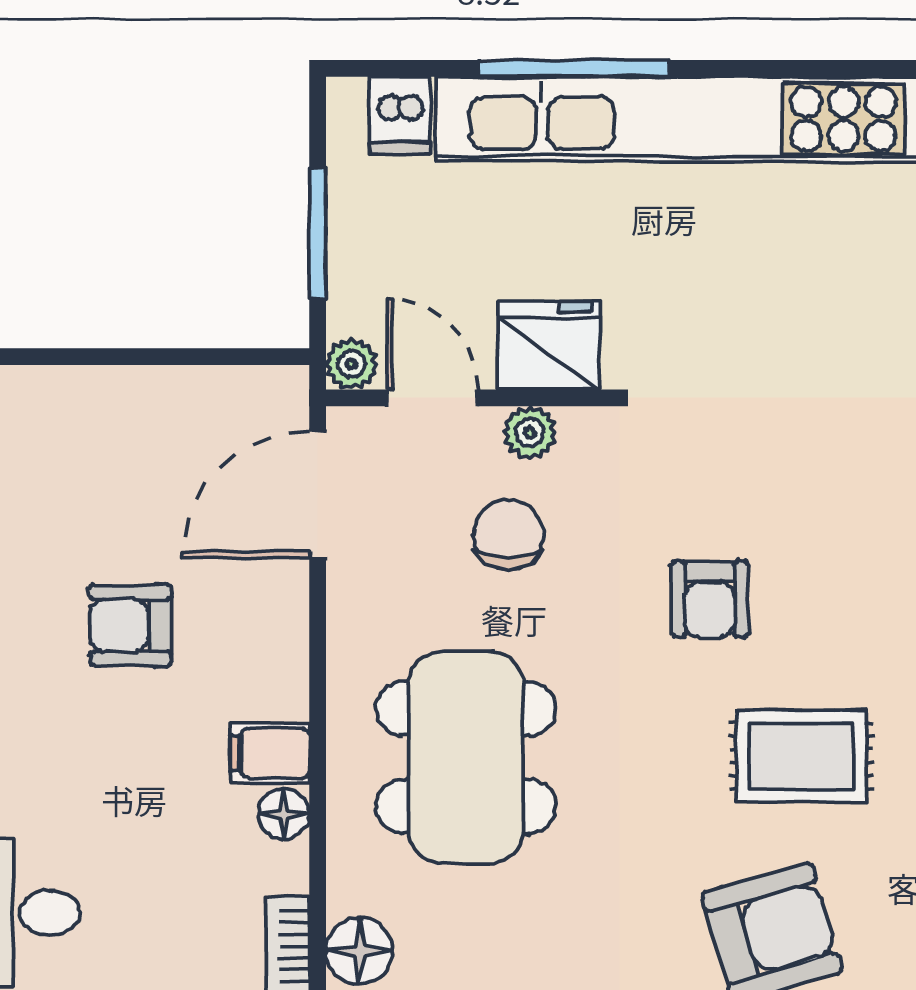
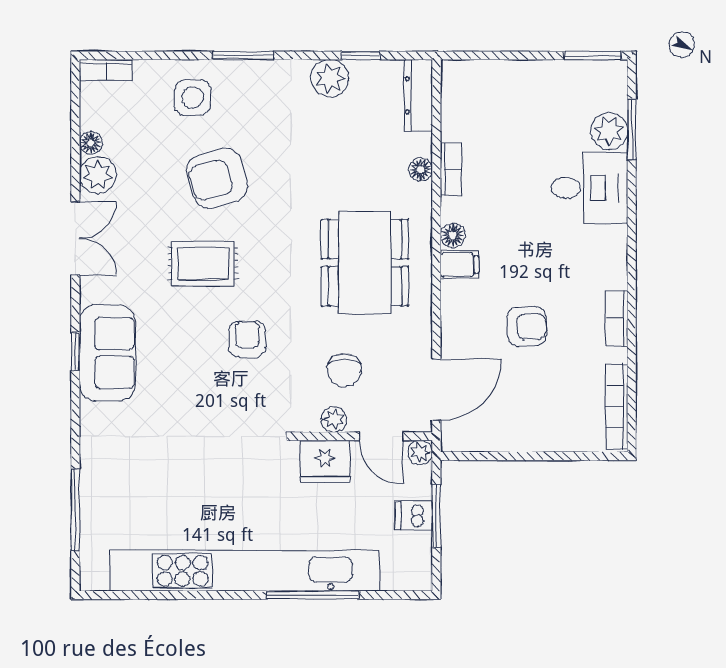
dishwasher: (400, 116) -> (414, 516), moved, turned -90
floor lamp: (359, 951) -> (421, 169), width x0.73, depth x0.73

